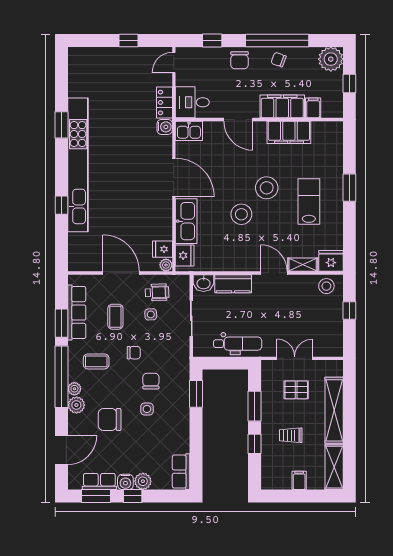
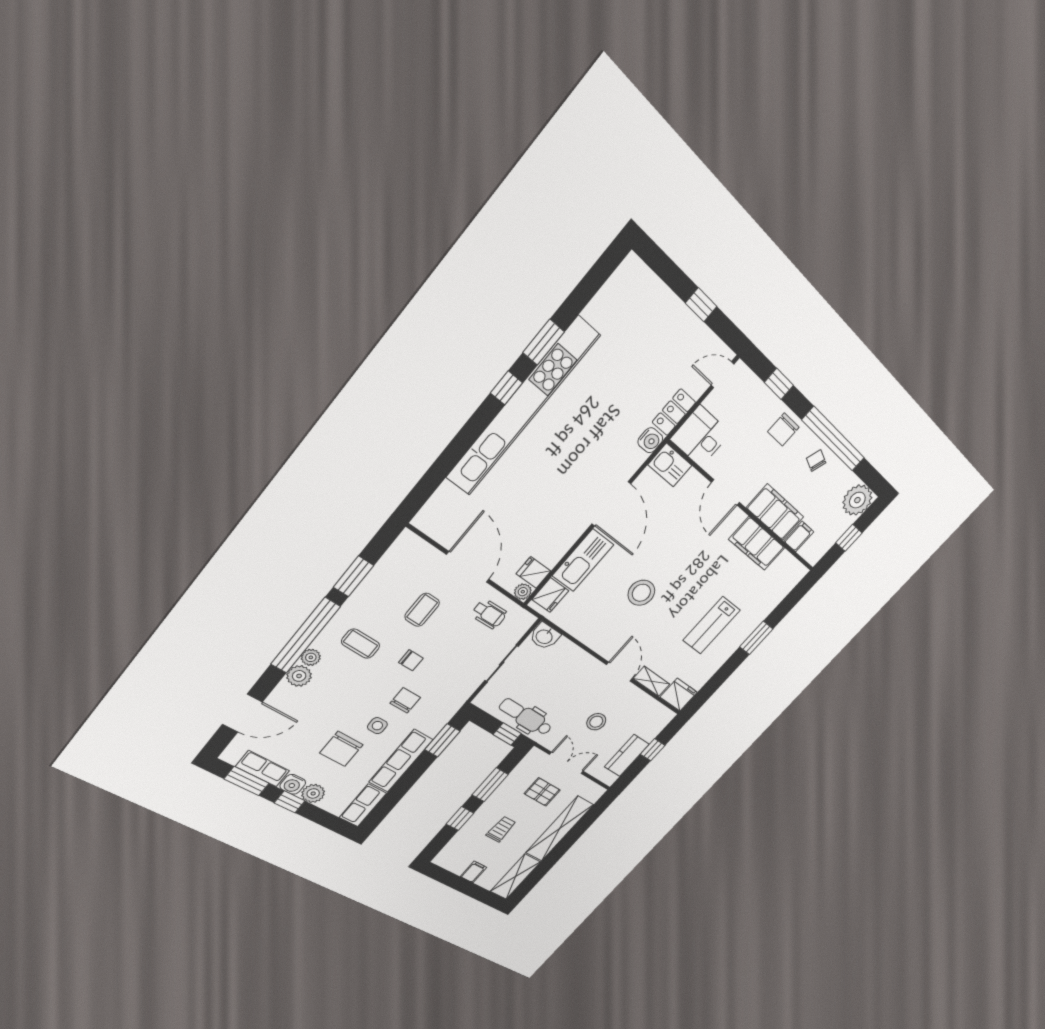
stool: (267, 188) -> (688, 584), removed
lab bench: (309, 201) -> (711, 625), turned 180
window: (62, 205) -> (506, 388), moved
kitchen counter: (233, 284) -> (627, 755), moved, turned 90
stool: (326, 286) -> (596, 722), moved
row of seats: (77, 313) -> (401, 761), moved, turned 180
side table: (151, 314) -> (463, 632), removed
dental chair: (238, 344) -> (526, 717), turned 180
window: (235, 363) -> (507, 734), added
chair: (110, 420) -> (341, 749), moved, turned -90
trolley: (291, 435) -> (501, 829), turned 90

